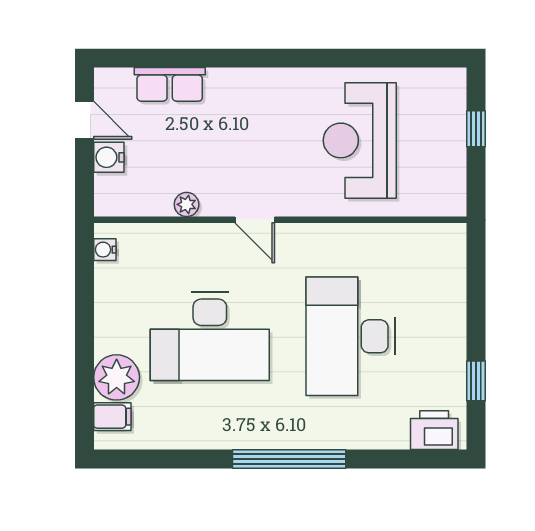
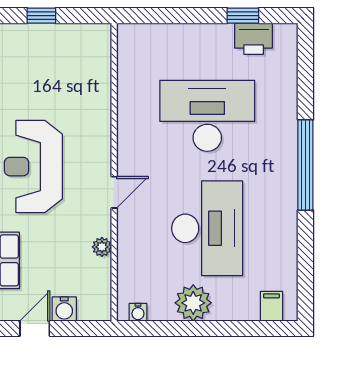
reception desk: (360, 140) -> (33, 167), moved, turned 90
desk: (351, 336) -> (207, 116), turned 180
plant: (117, 377) -> (193, 303), moved
printer: (434, 430) -> (254, 39), moved, turned -90

